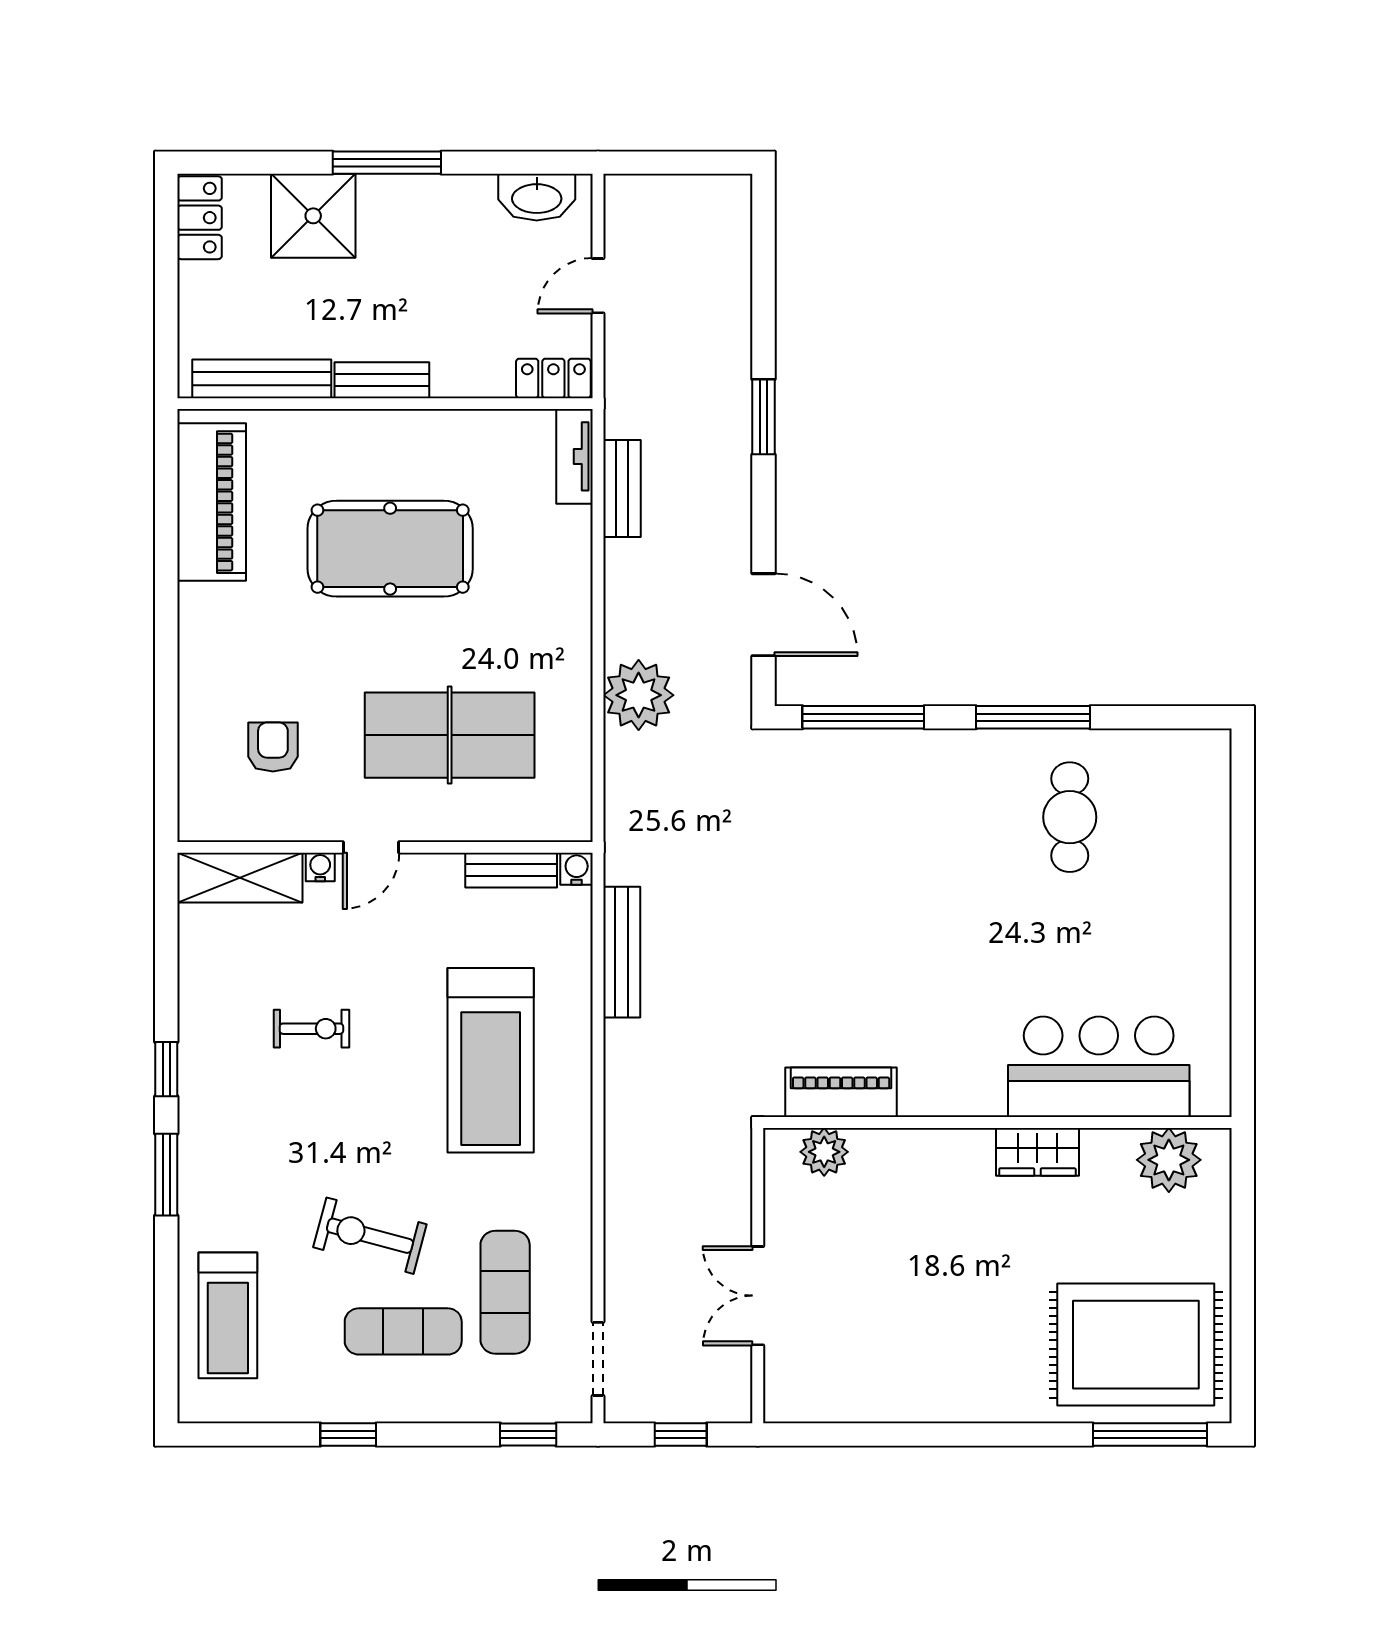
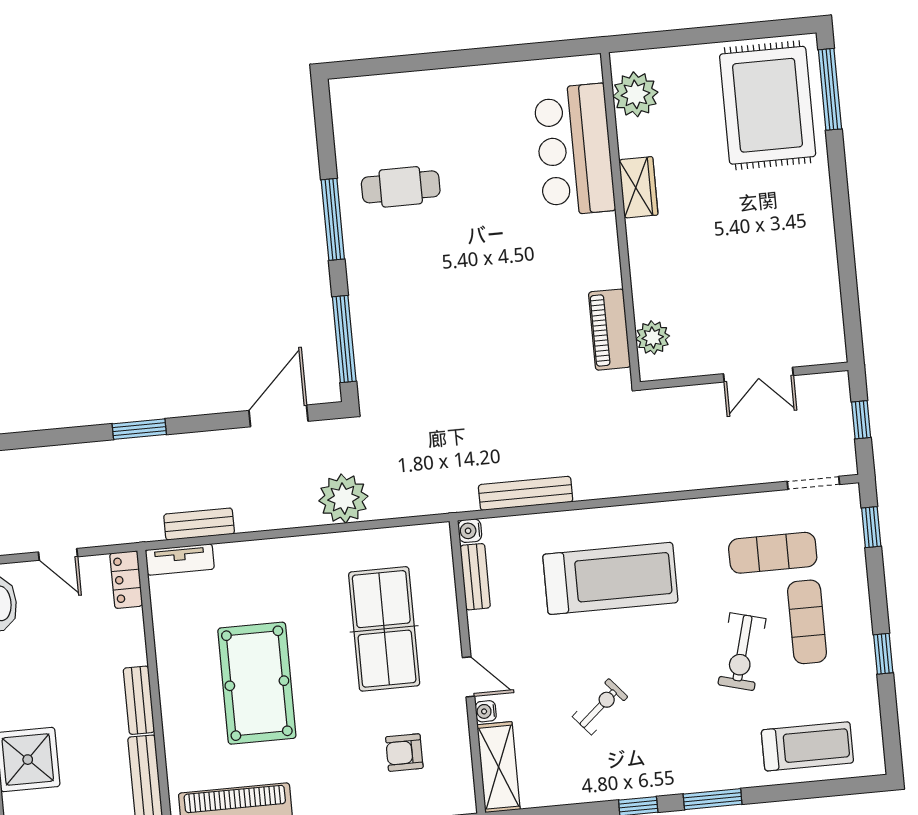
exercise bike: (311, 1029) -> (600, 707), turned 49

